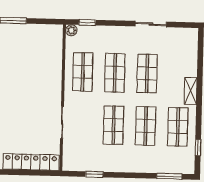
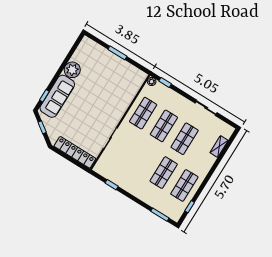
shelving: (191, 91) -> (219, 147), moved
shop shelf: (113, 125) -> (143, 160), removed

